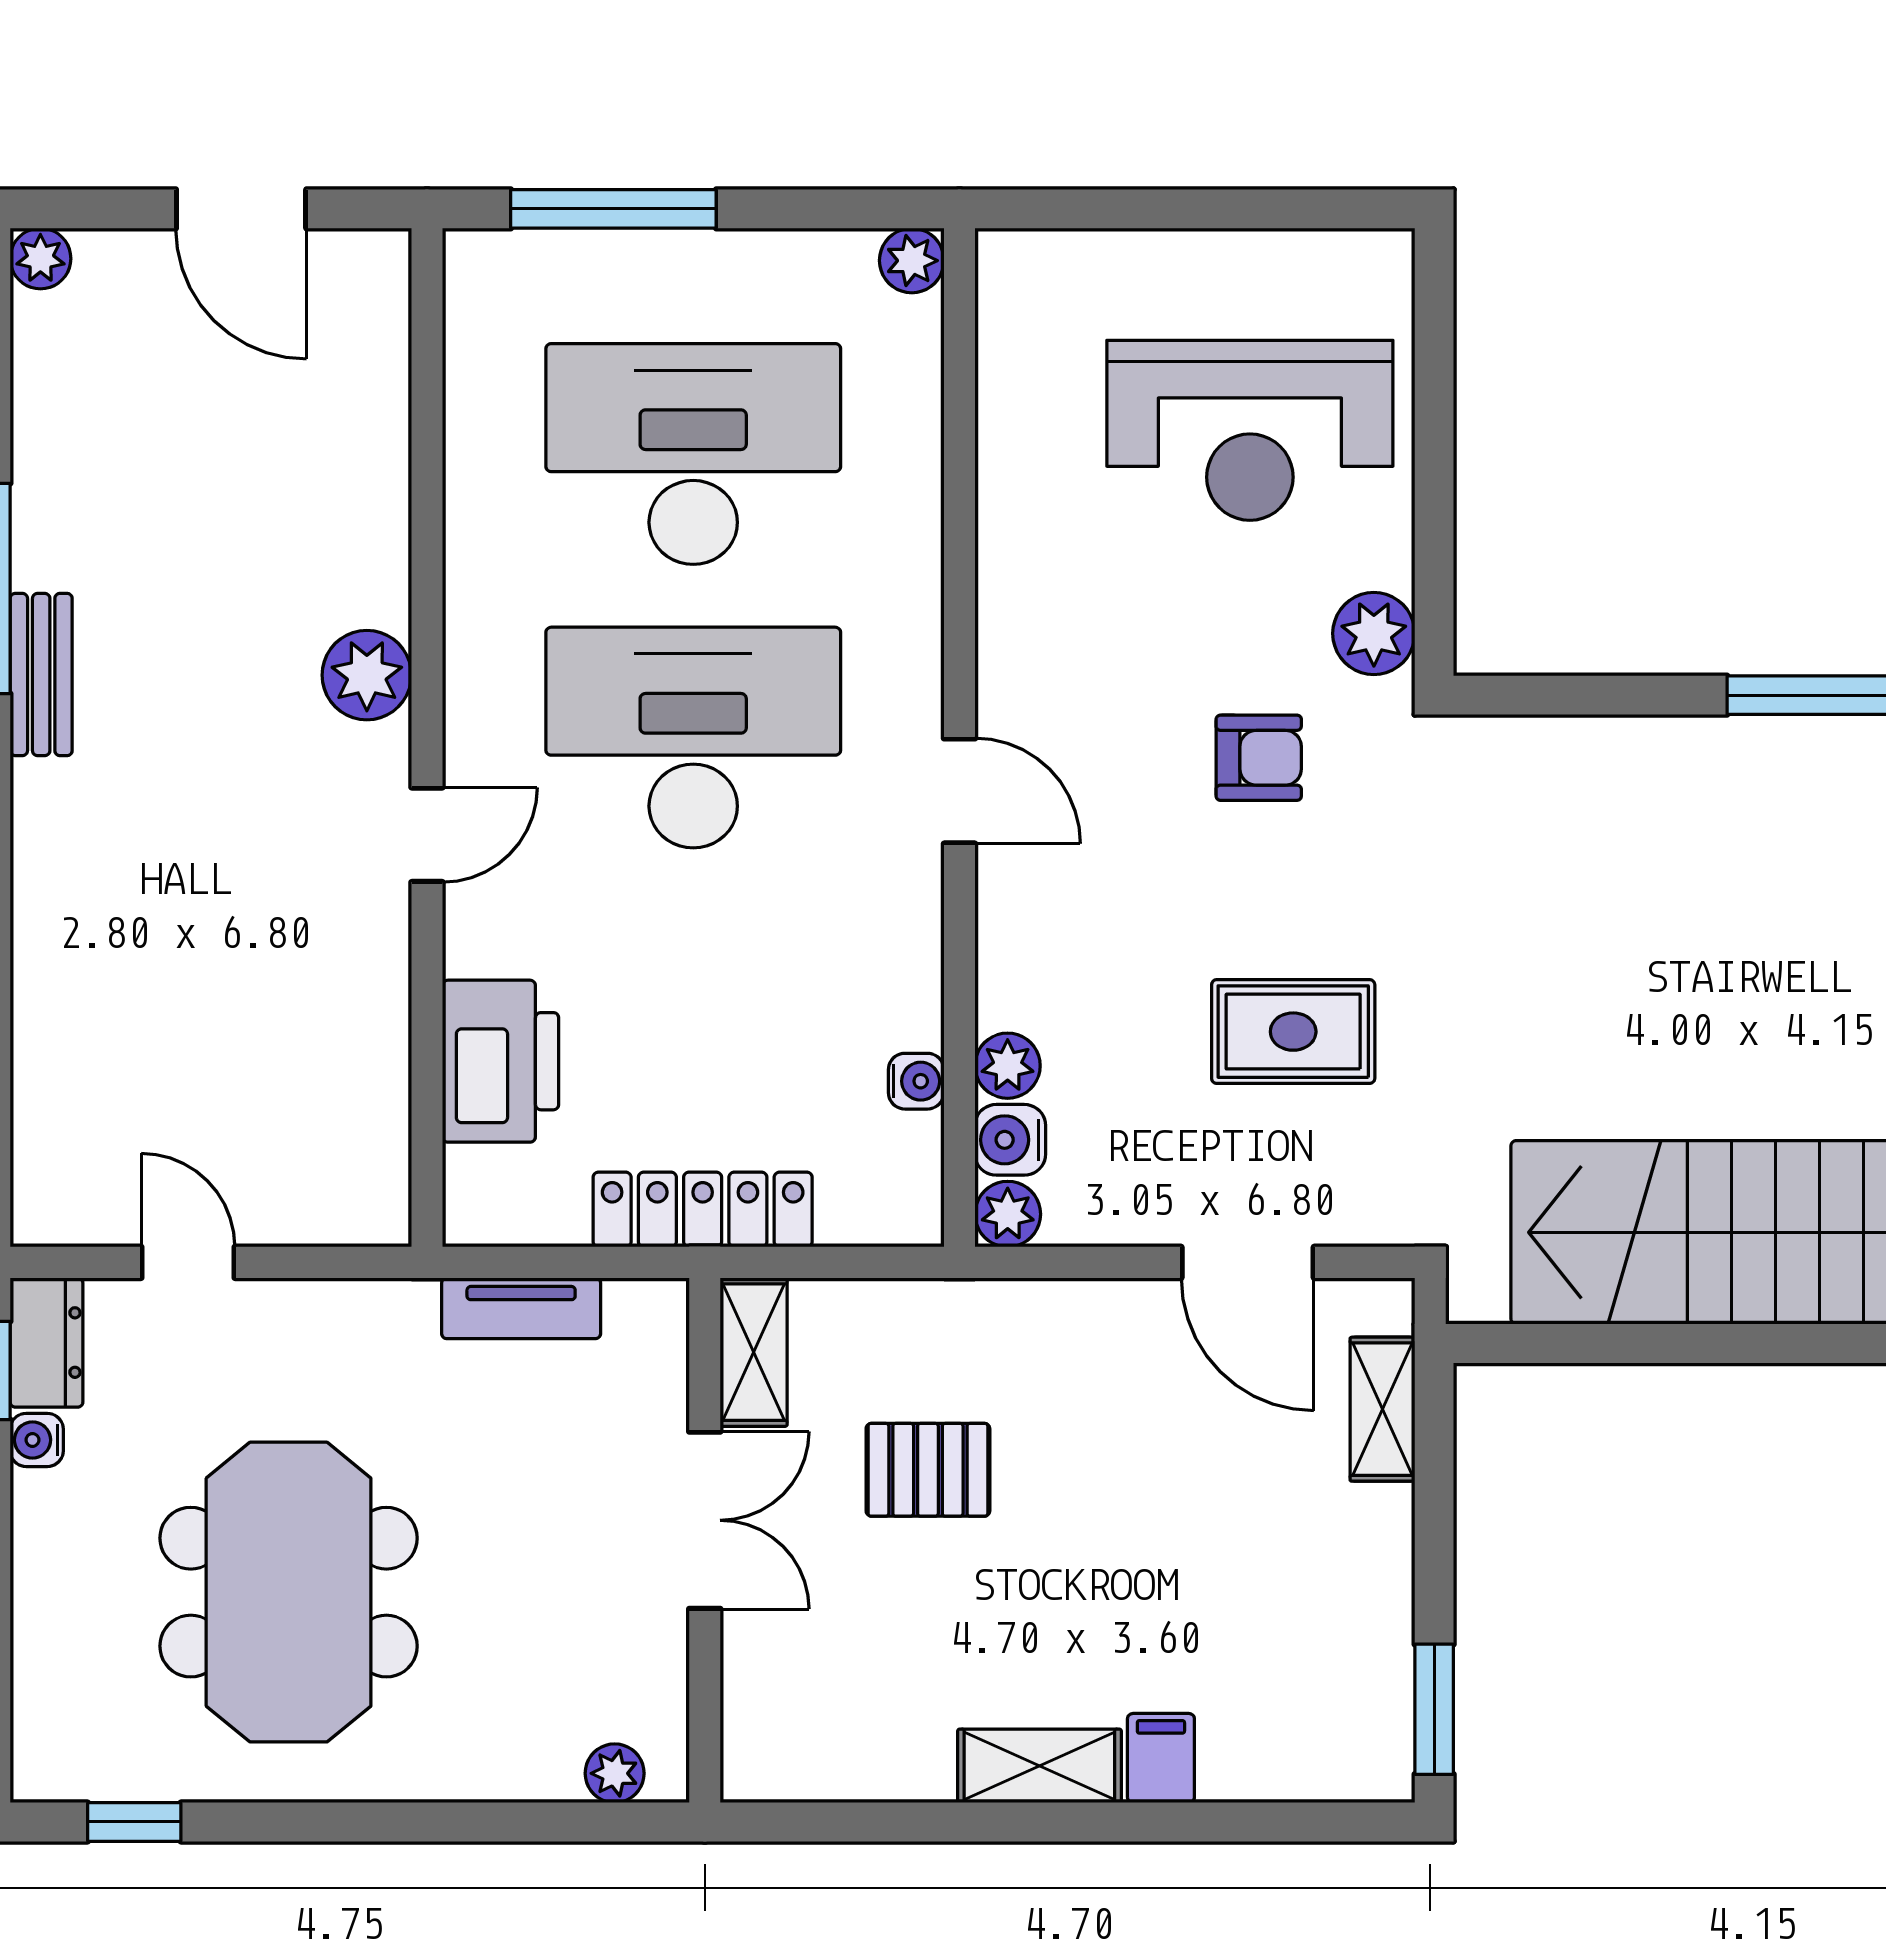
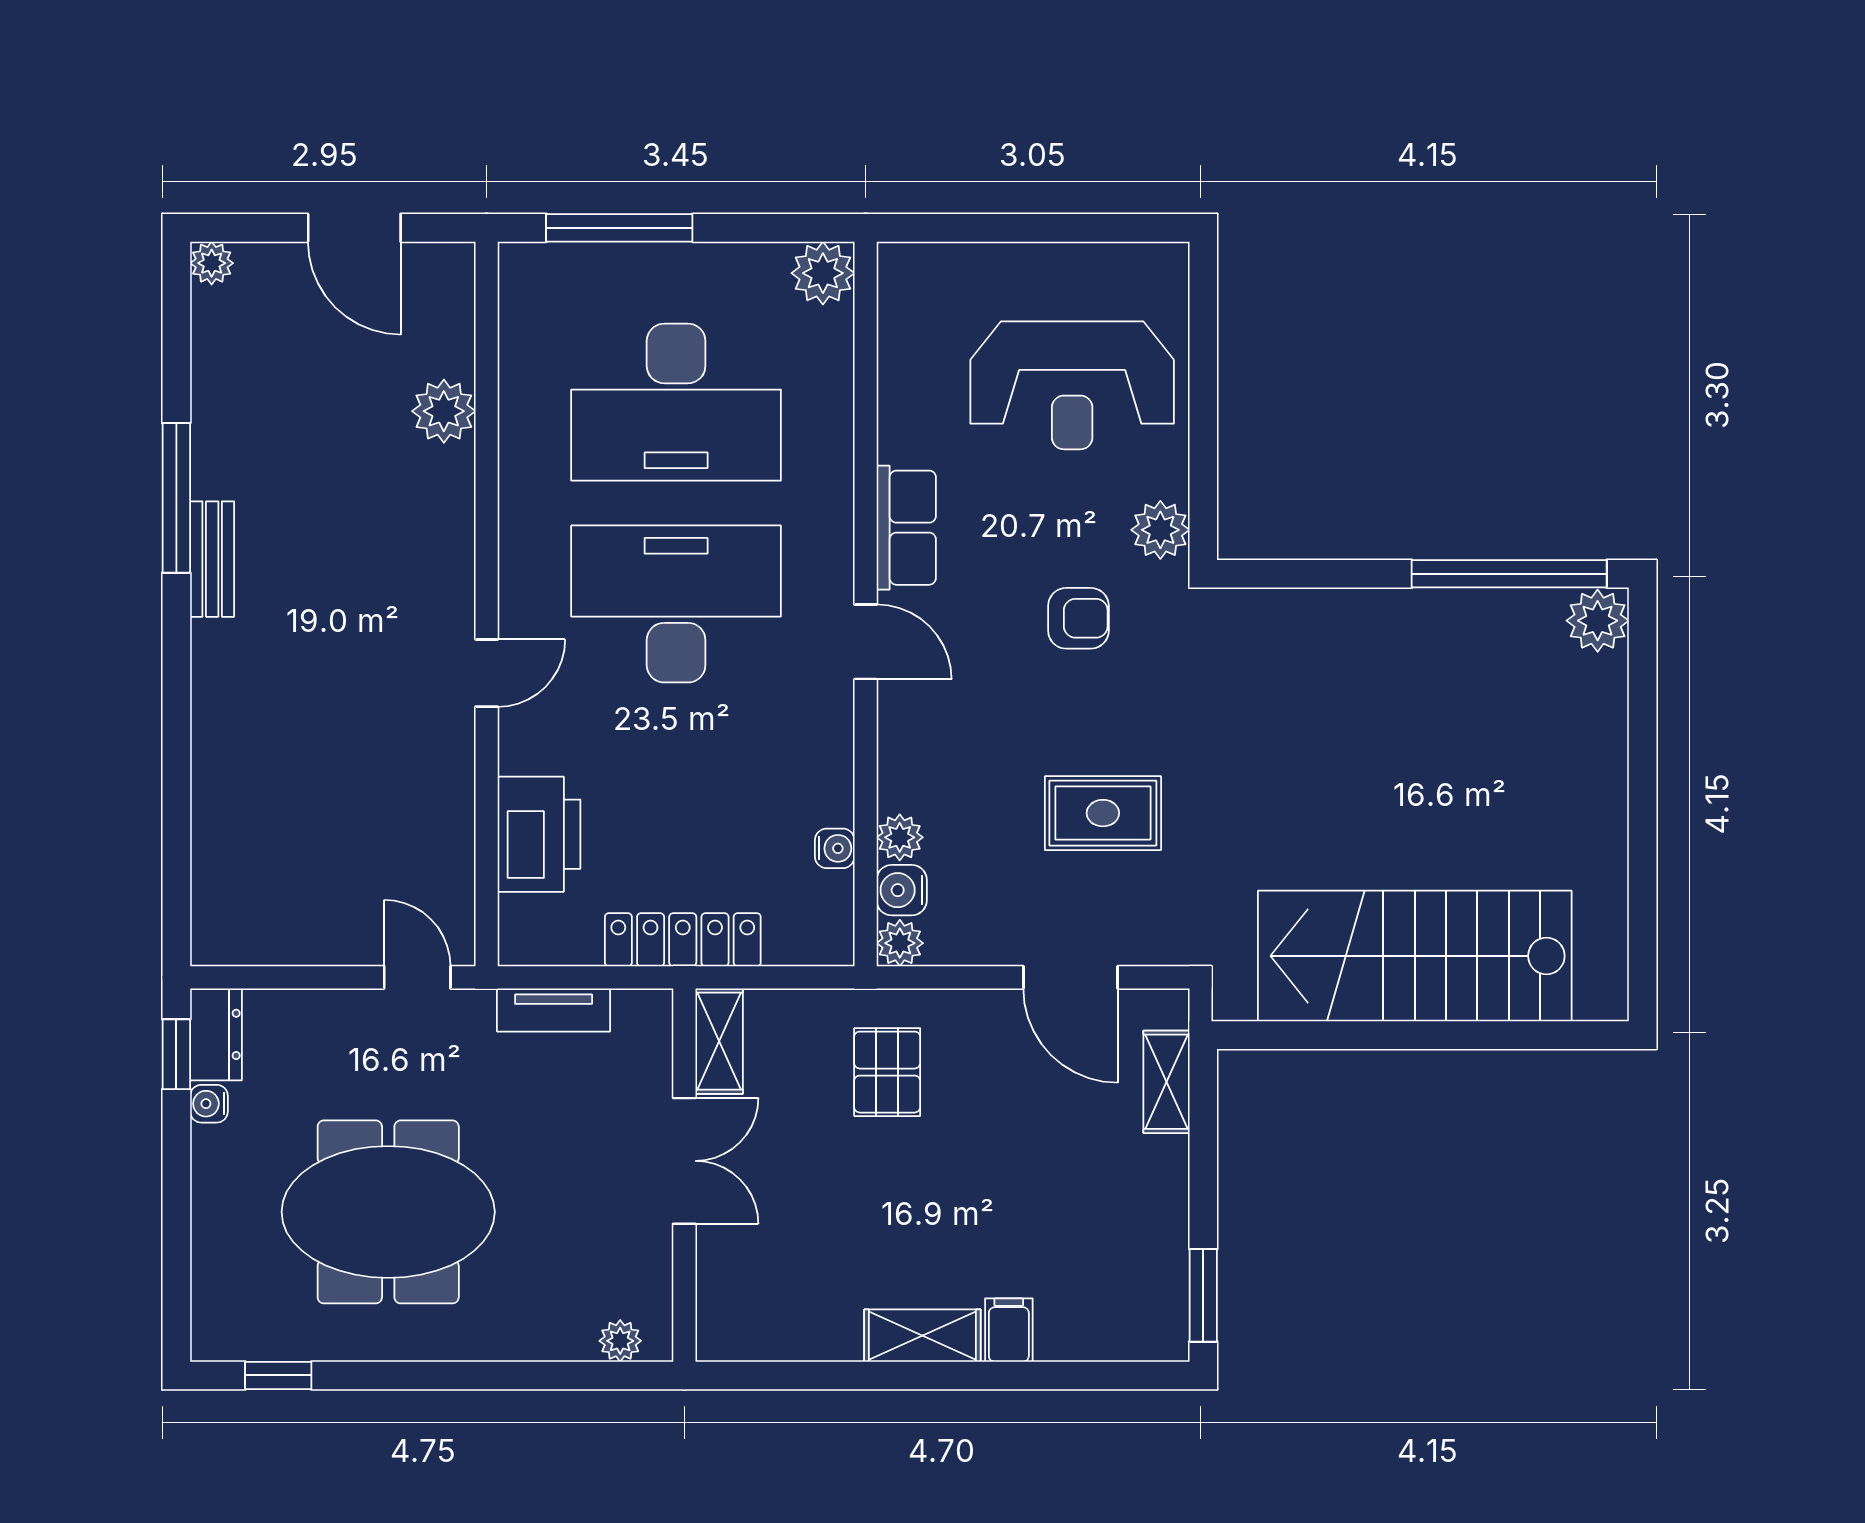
plant: (912, 261) -> (823, 273), width x1.38, depth x1.38
desk: (693, 454) -> (676, 402), turned 180
row of seats: (1017, 630) -> (906, 528), added
plant: (367, 675) -> (444, 411), moved
door: (188, 1262) -> (417, 977), moved
pallet: (928, 1470) -> (887, 1072), moved, turned 90
meeting table: (289, 1592) -> (388, 1212), turned 90

